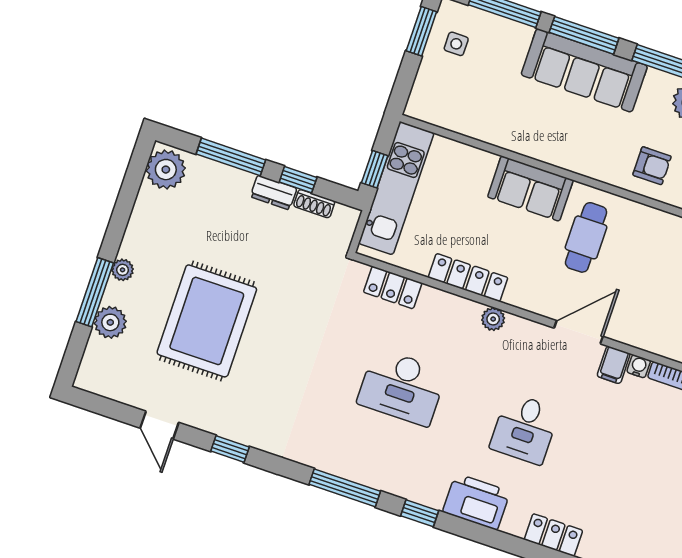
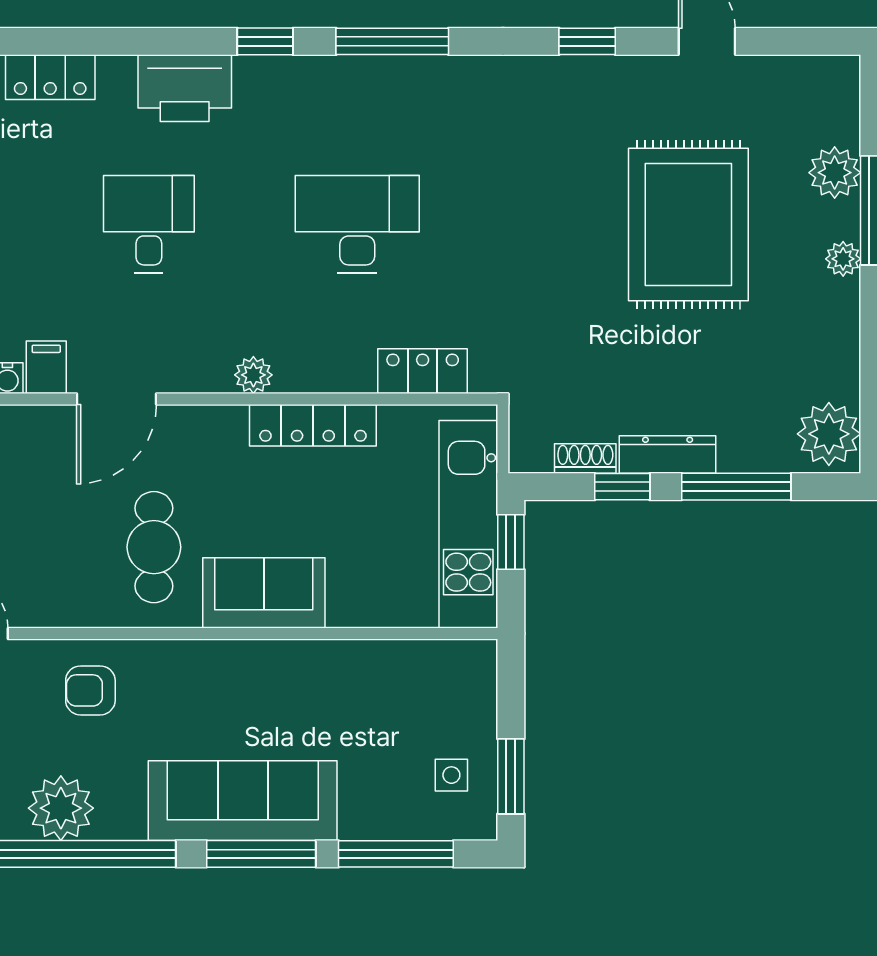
dresser: (274, 192) -> (668, 455), width x1.44

